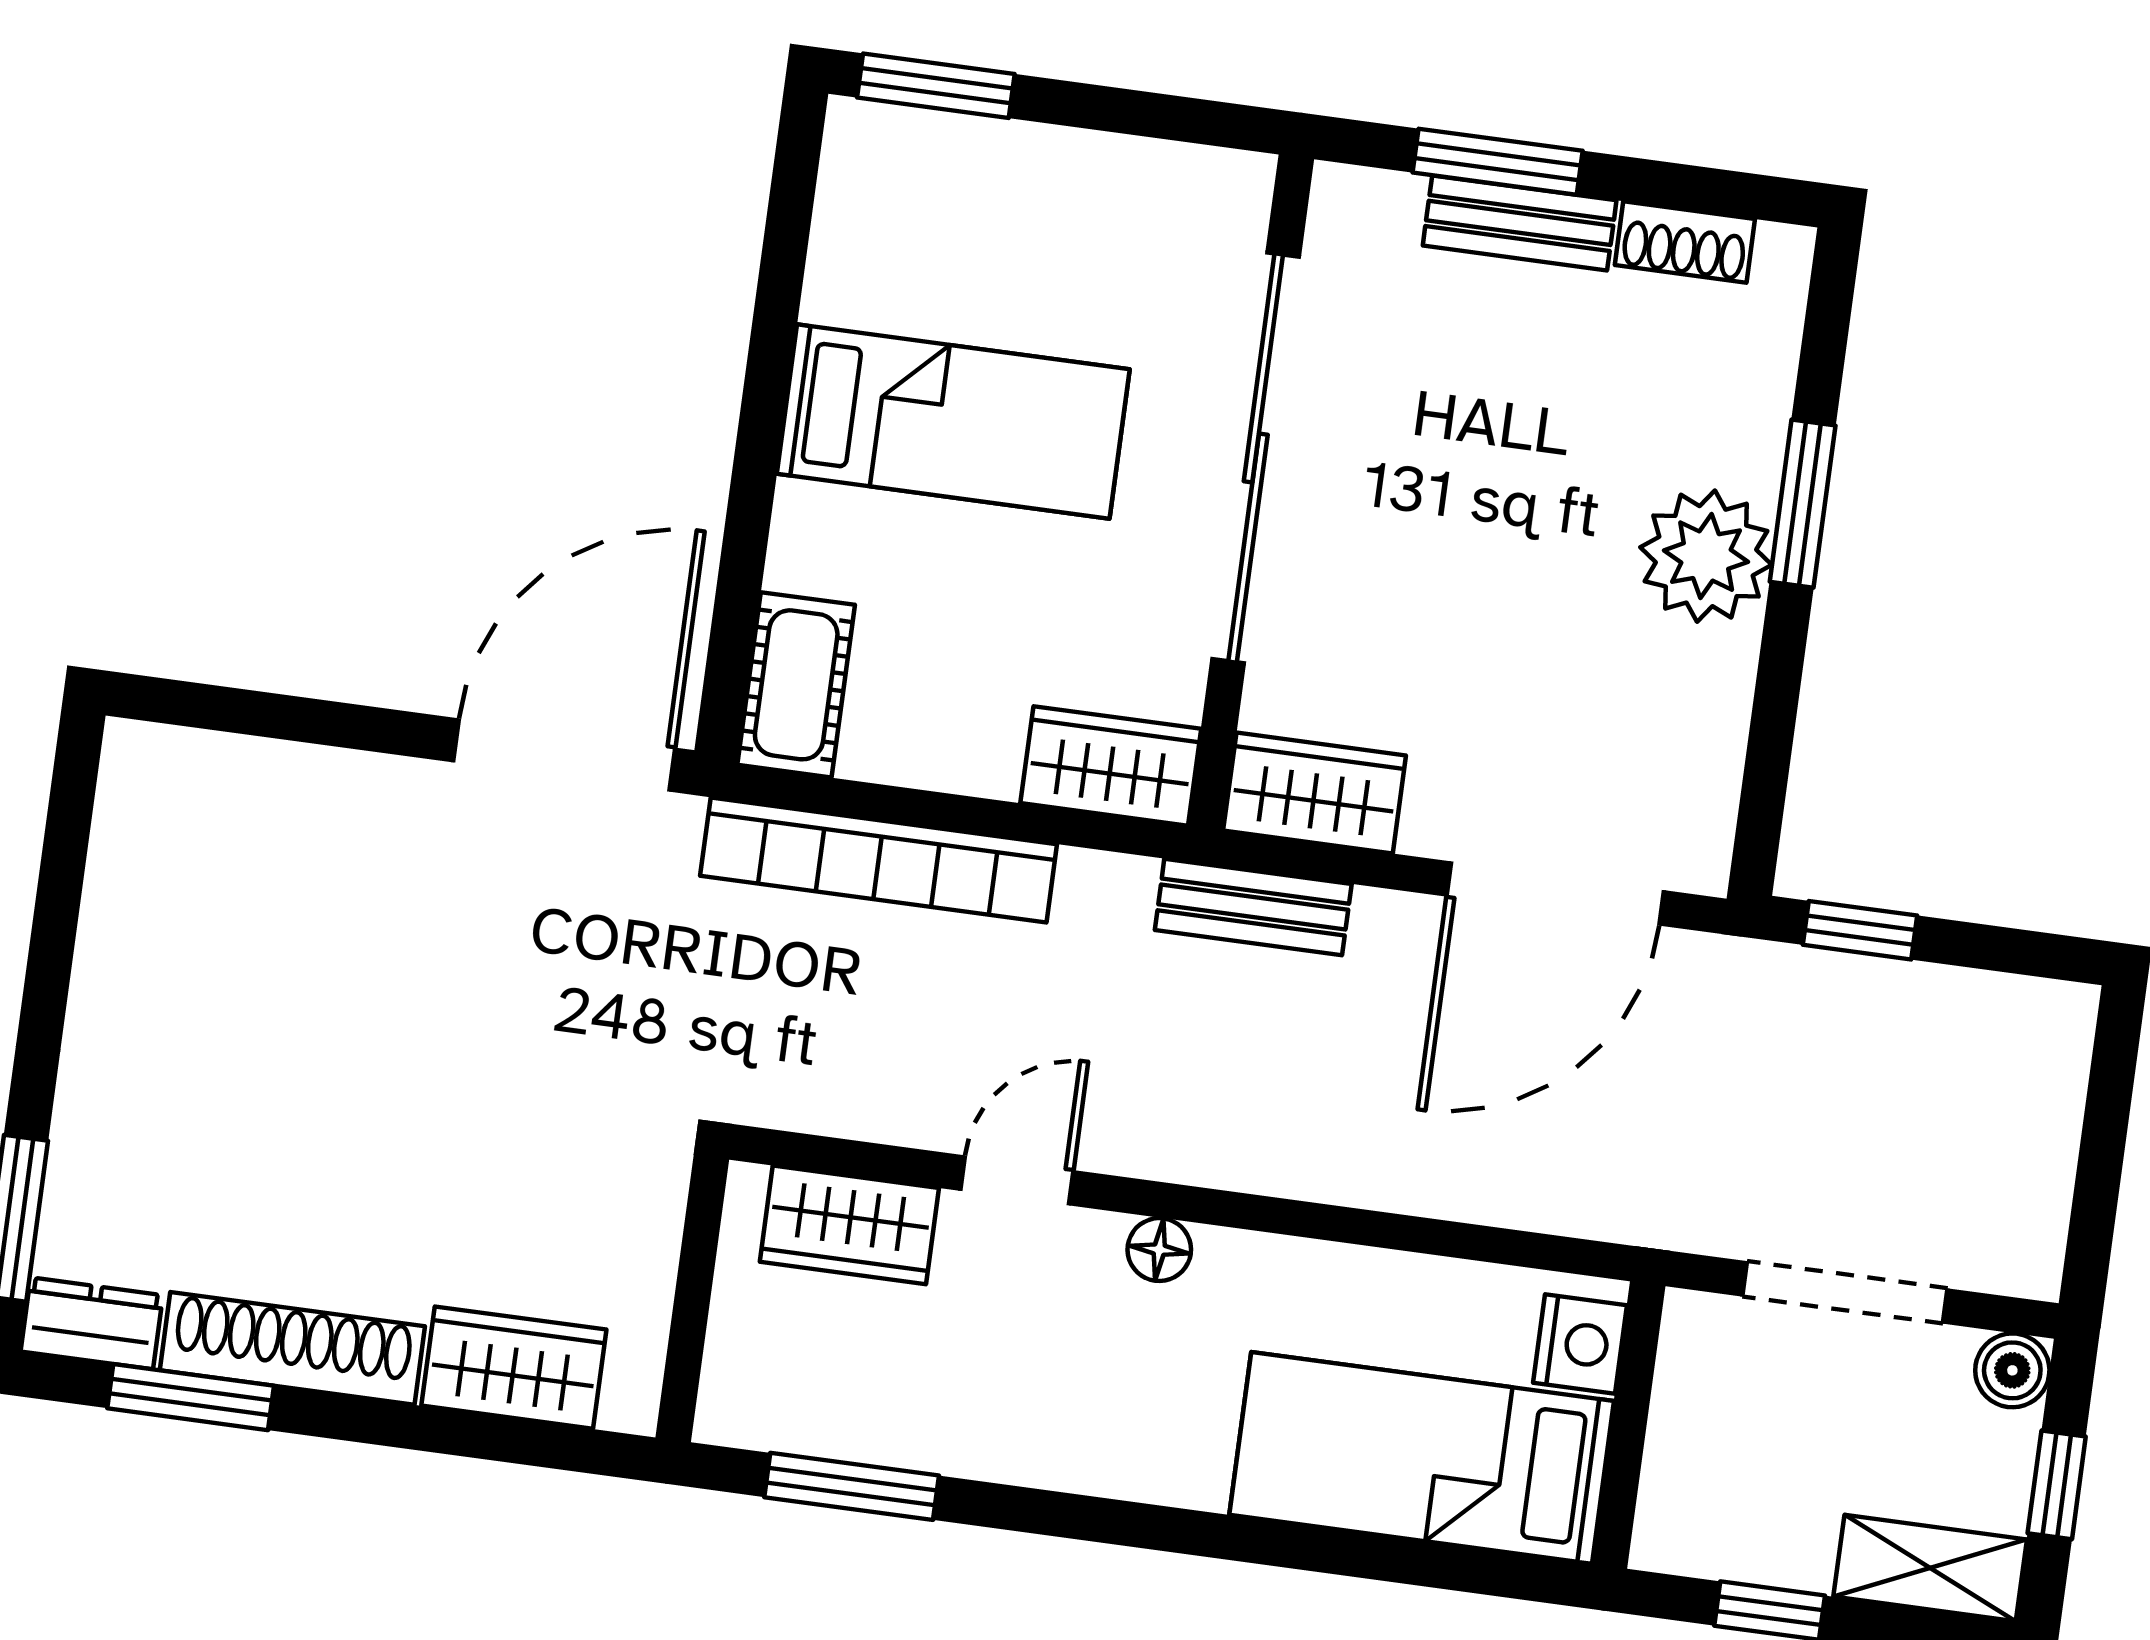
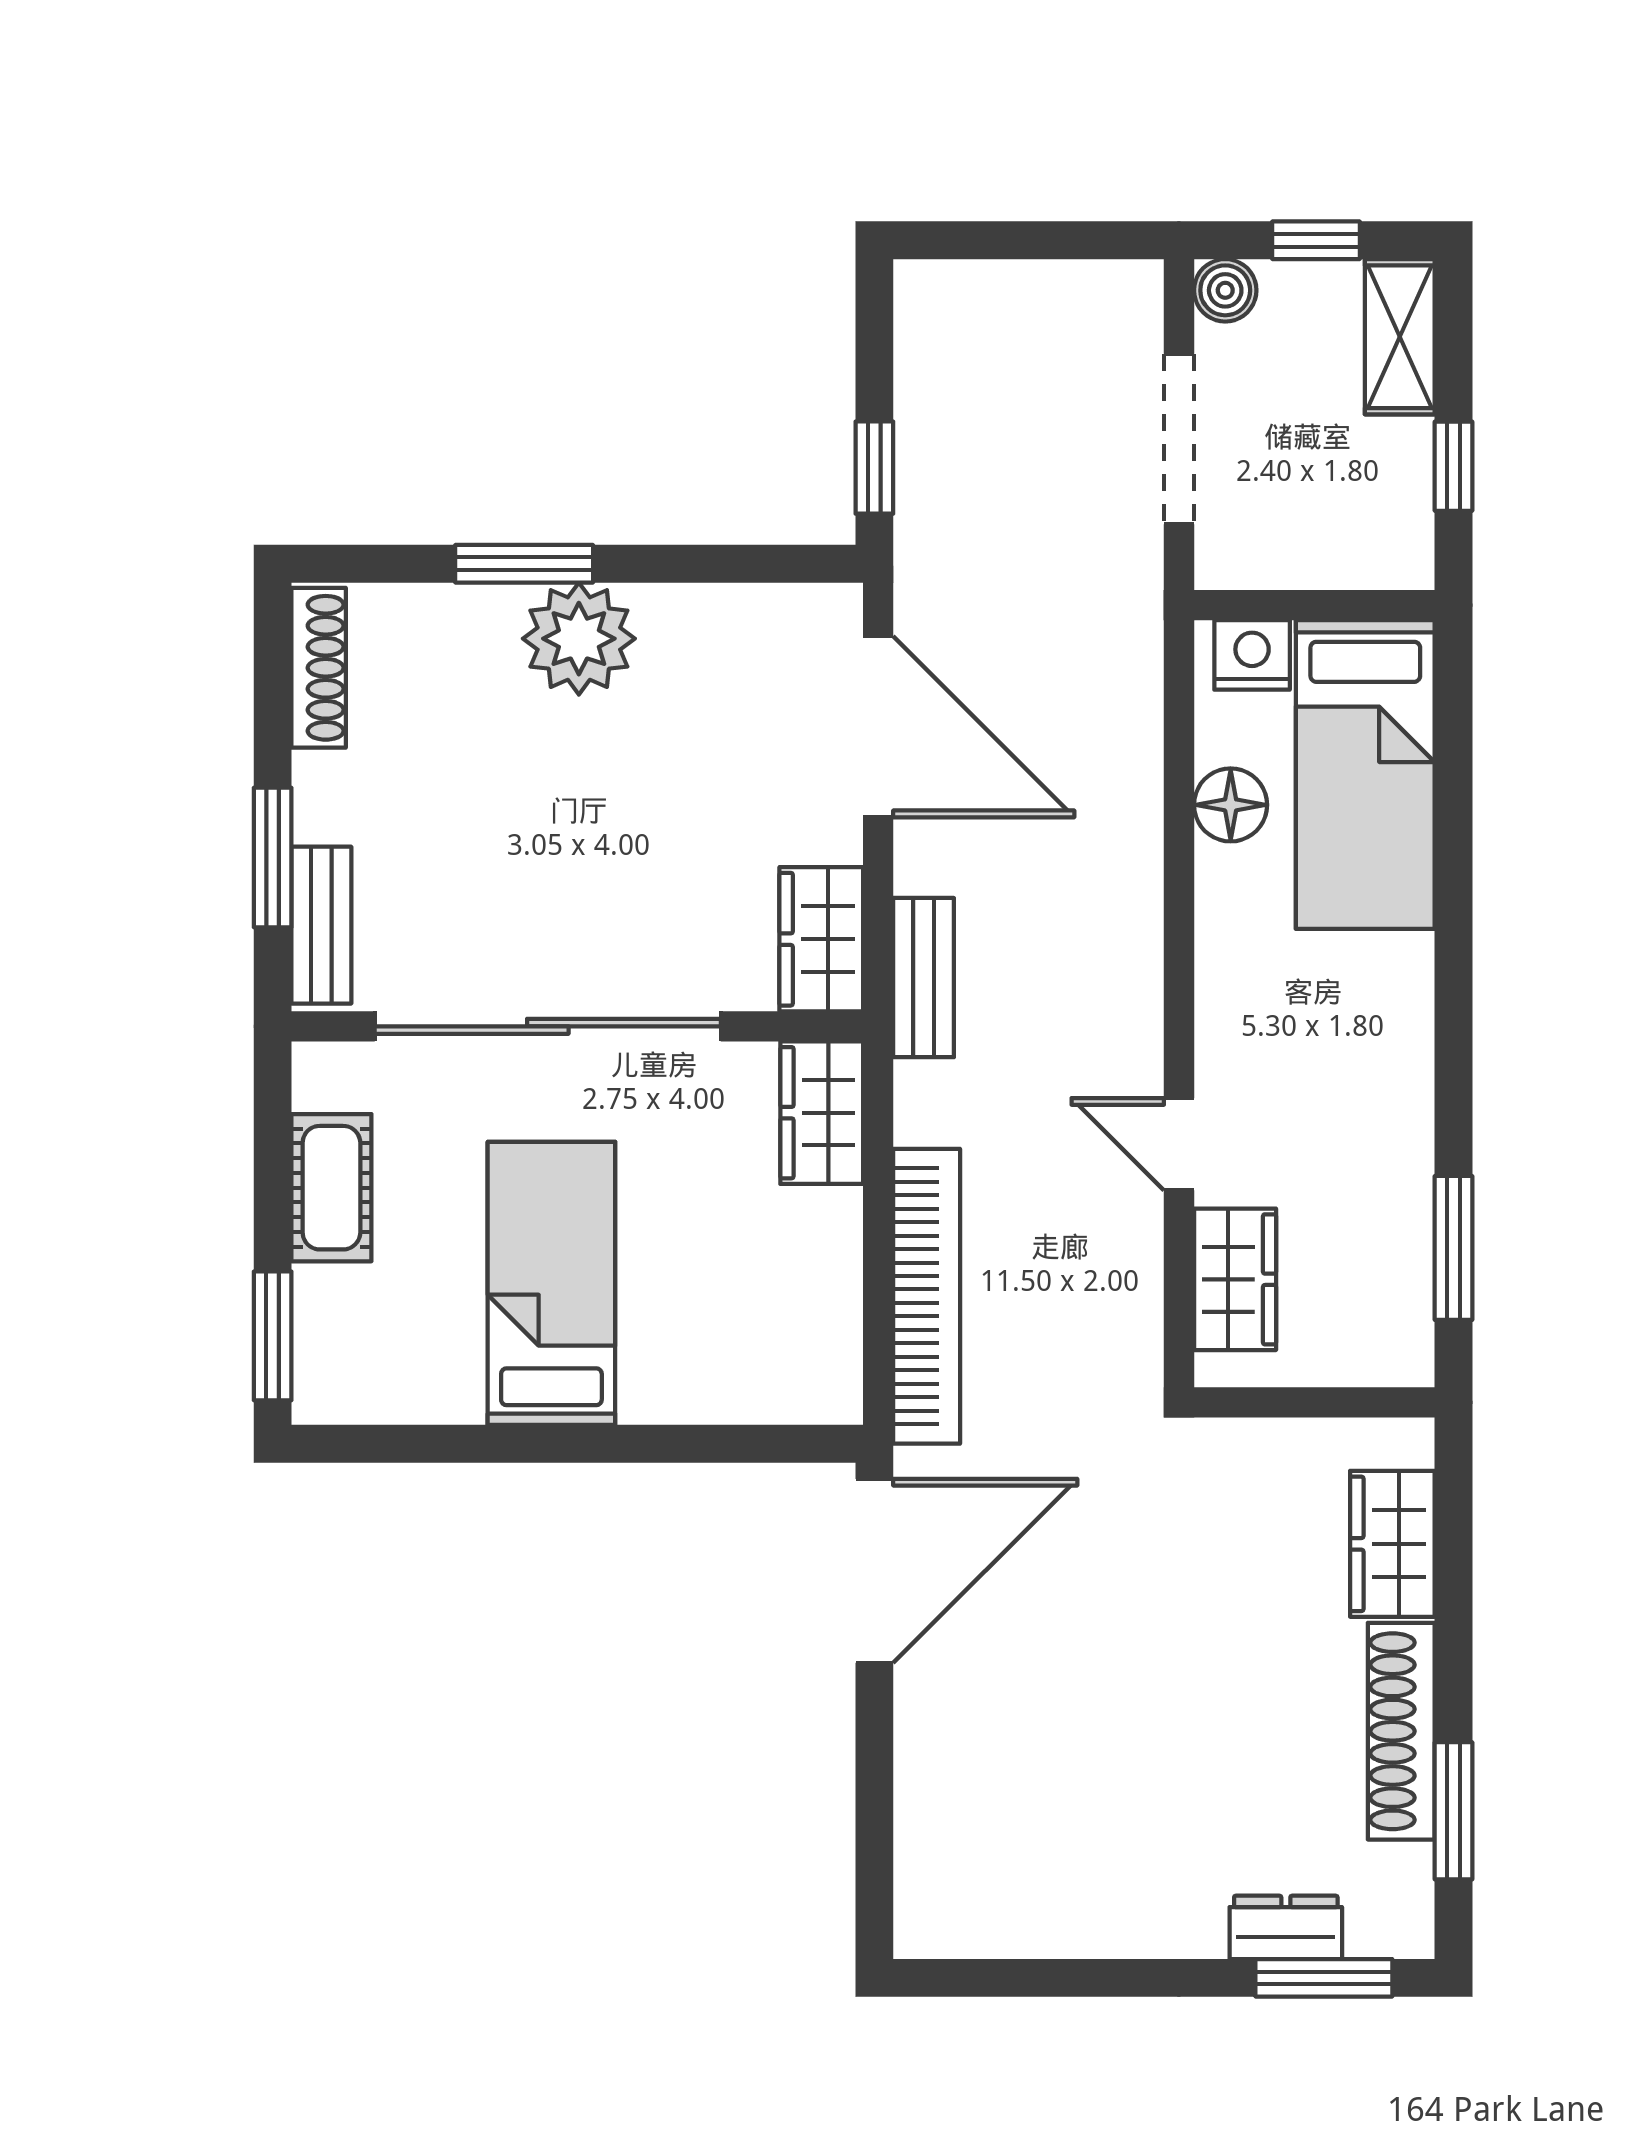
bench: (1520, 223) -> (321, 925), moved
shoe rack: (1685, 242) -> (319, 668), width x1.43
cot: (796, 685) -> (331, 1188), moved, turned 90
door: (564, 755) -> (874, 1571), swing flipped
floor lamp: (1159, 1250) -> (1231, 805), moved, width x1.37, depth x1.37
dresser: (92, 1323) -> (1286, 1927), moved, turned 90

